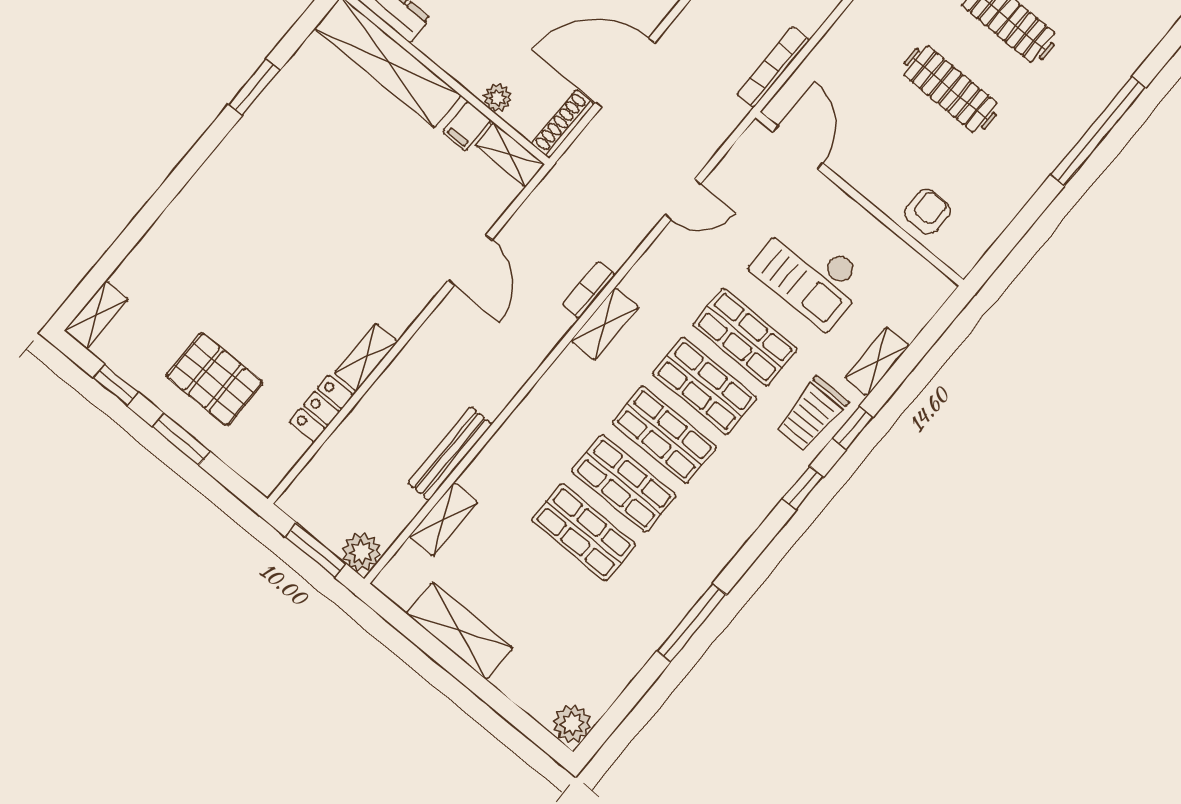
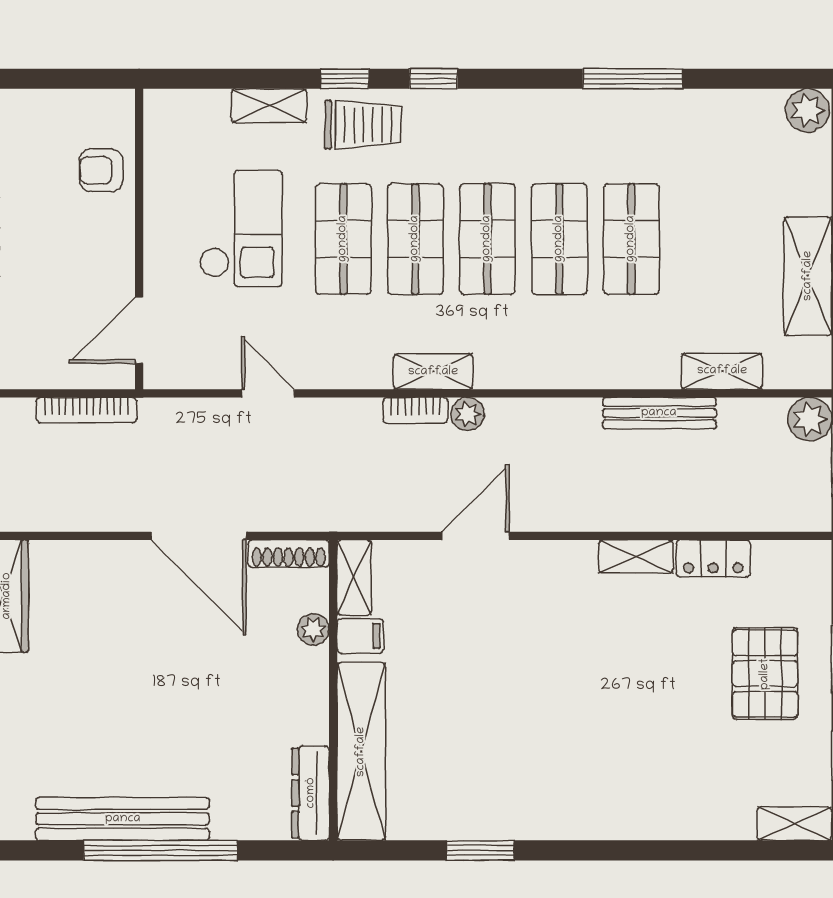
plant: (557, 323) -> (468, 414), added

